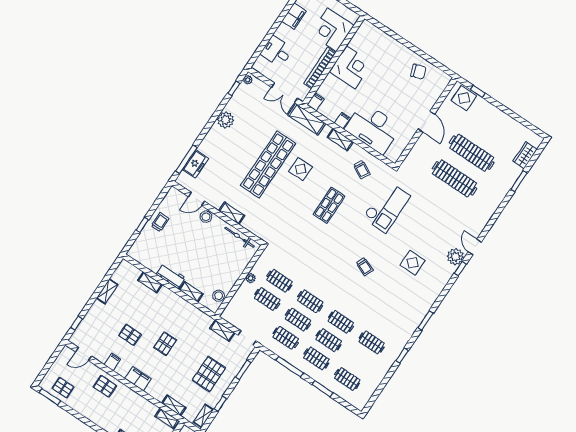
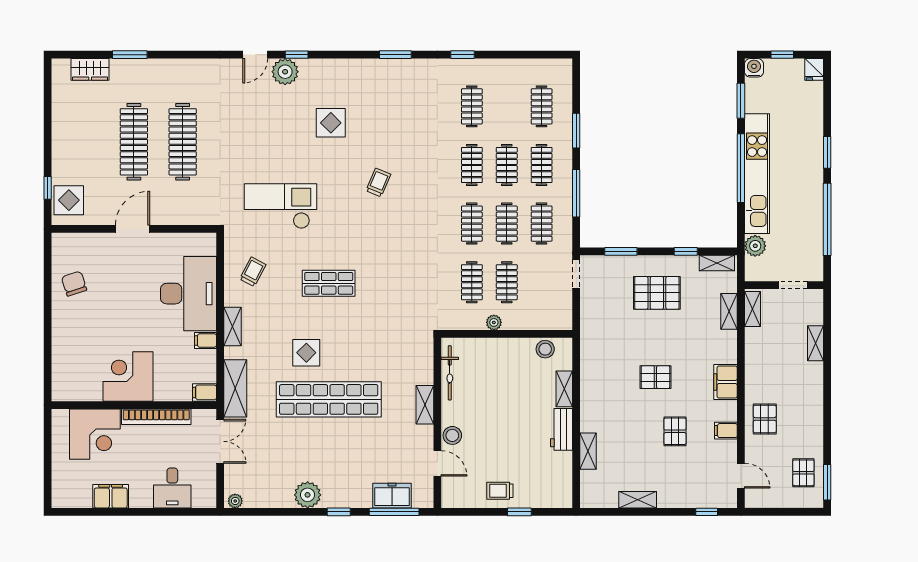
window: (234, 88) -> (339, 512), moved
shelving: (222, 331) -> (588, 313), removed

